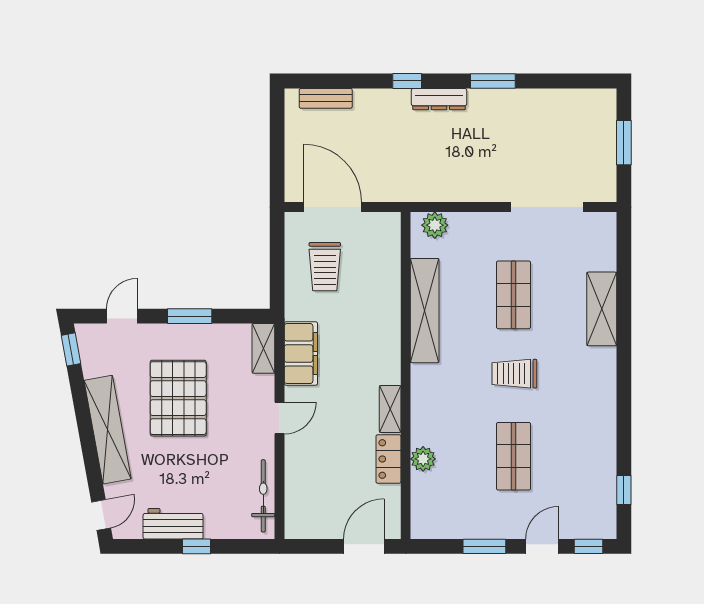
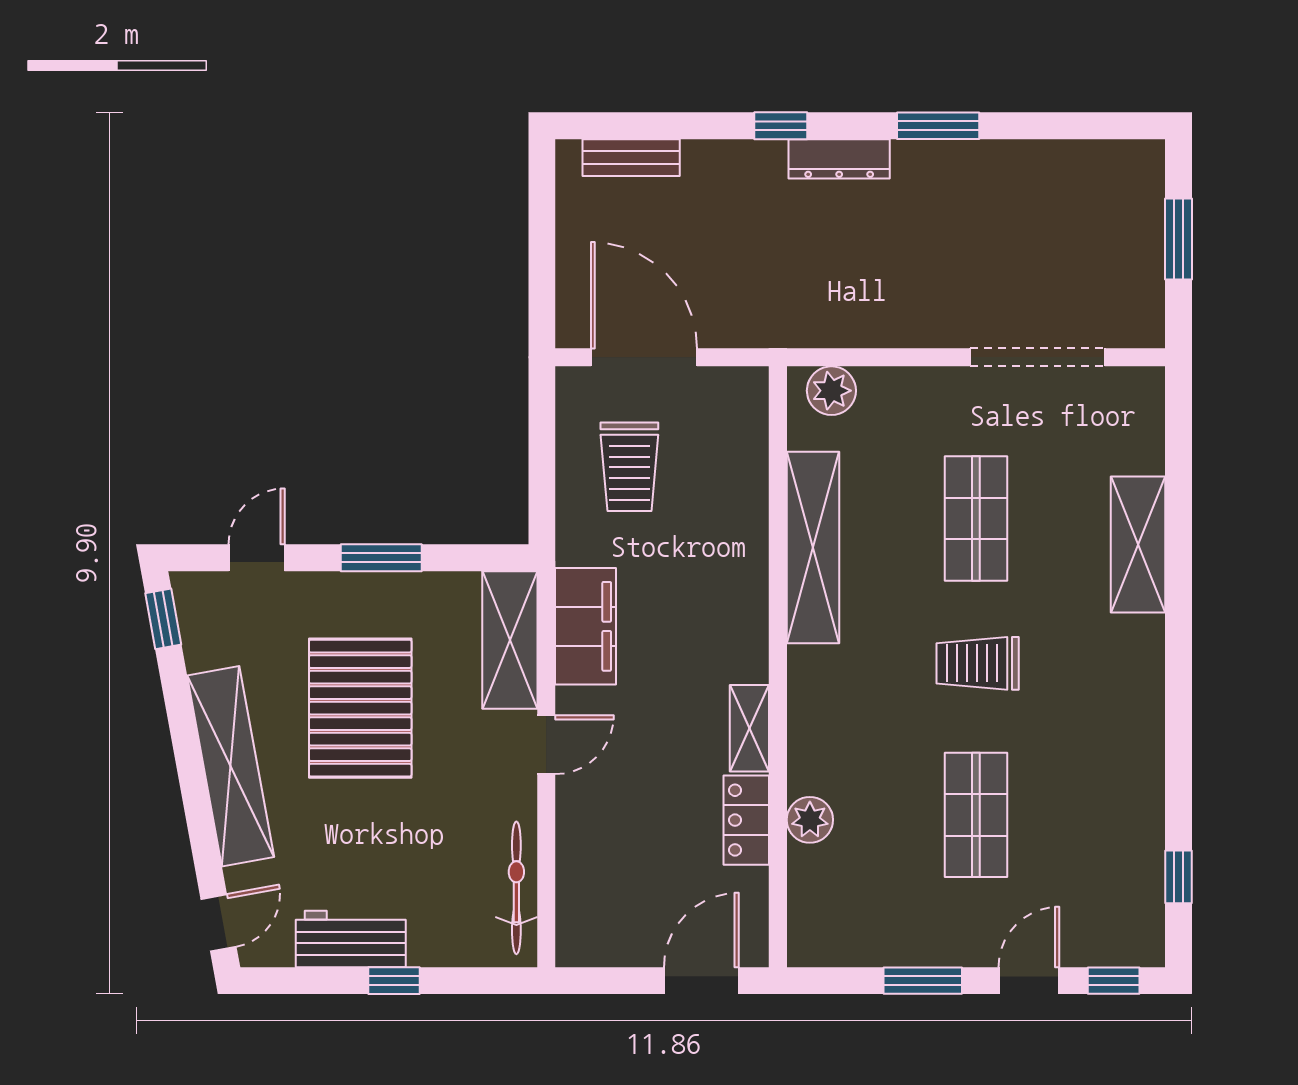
shelving: (263, 348) -> (510, 640), width x1.50, depth x1.33

